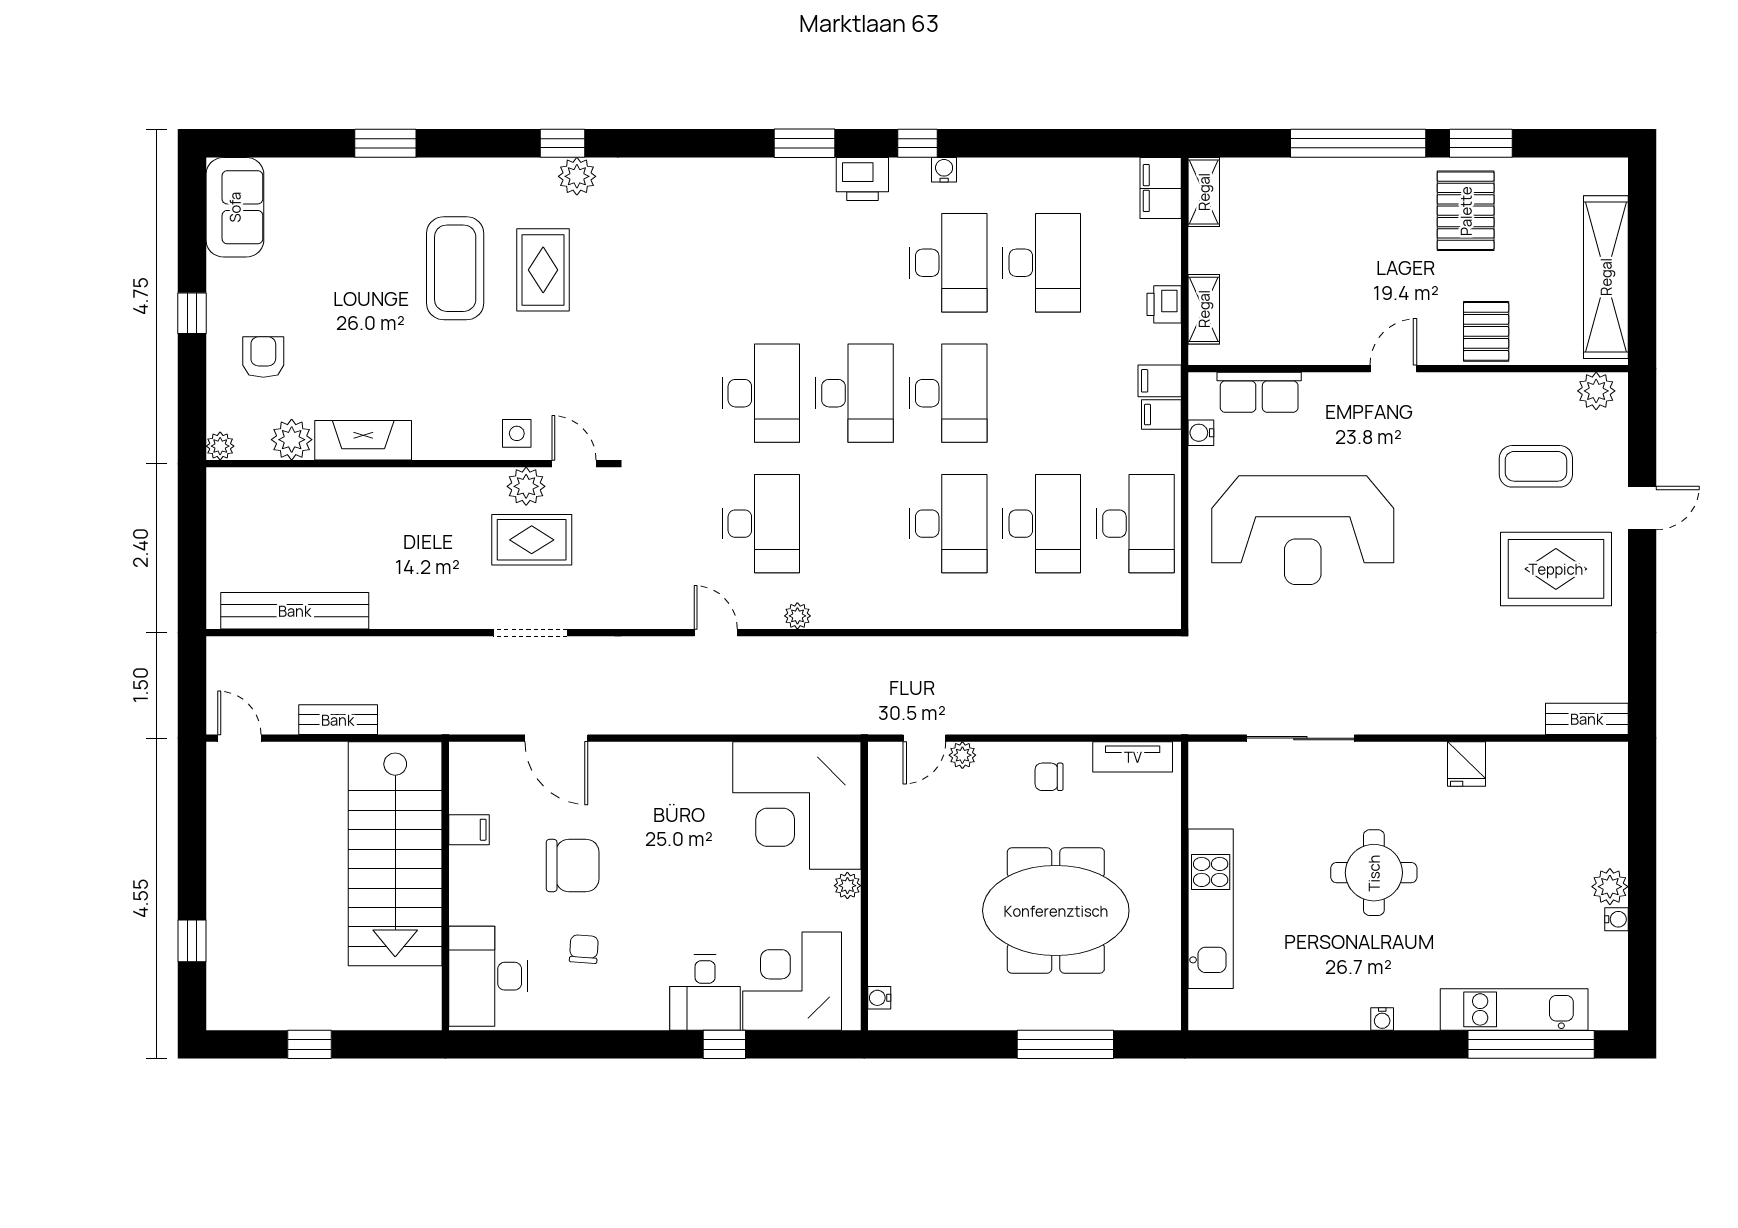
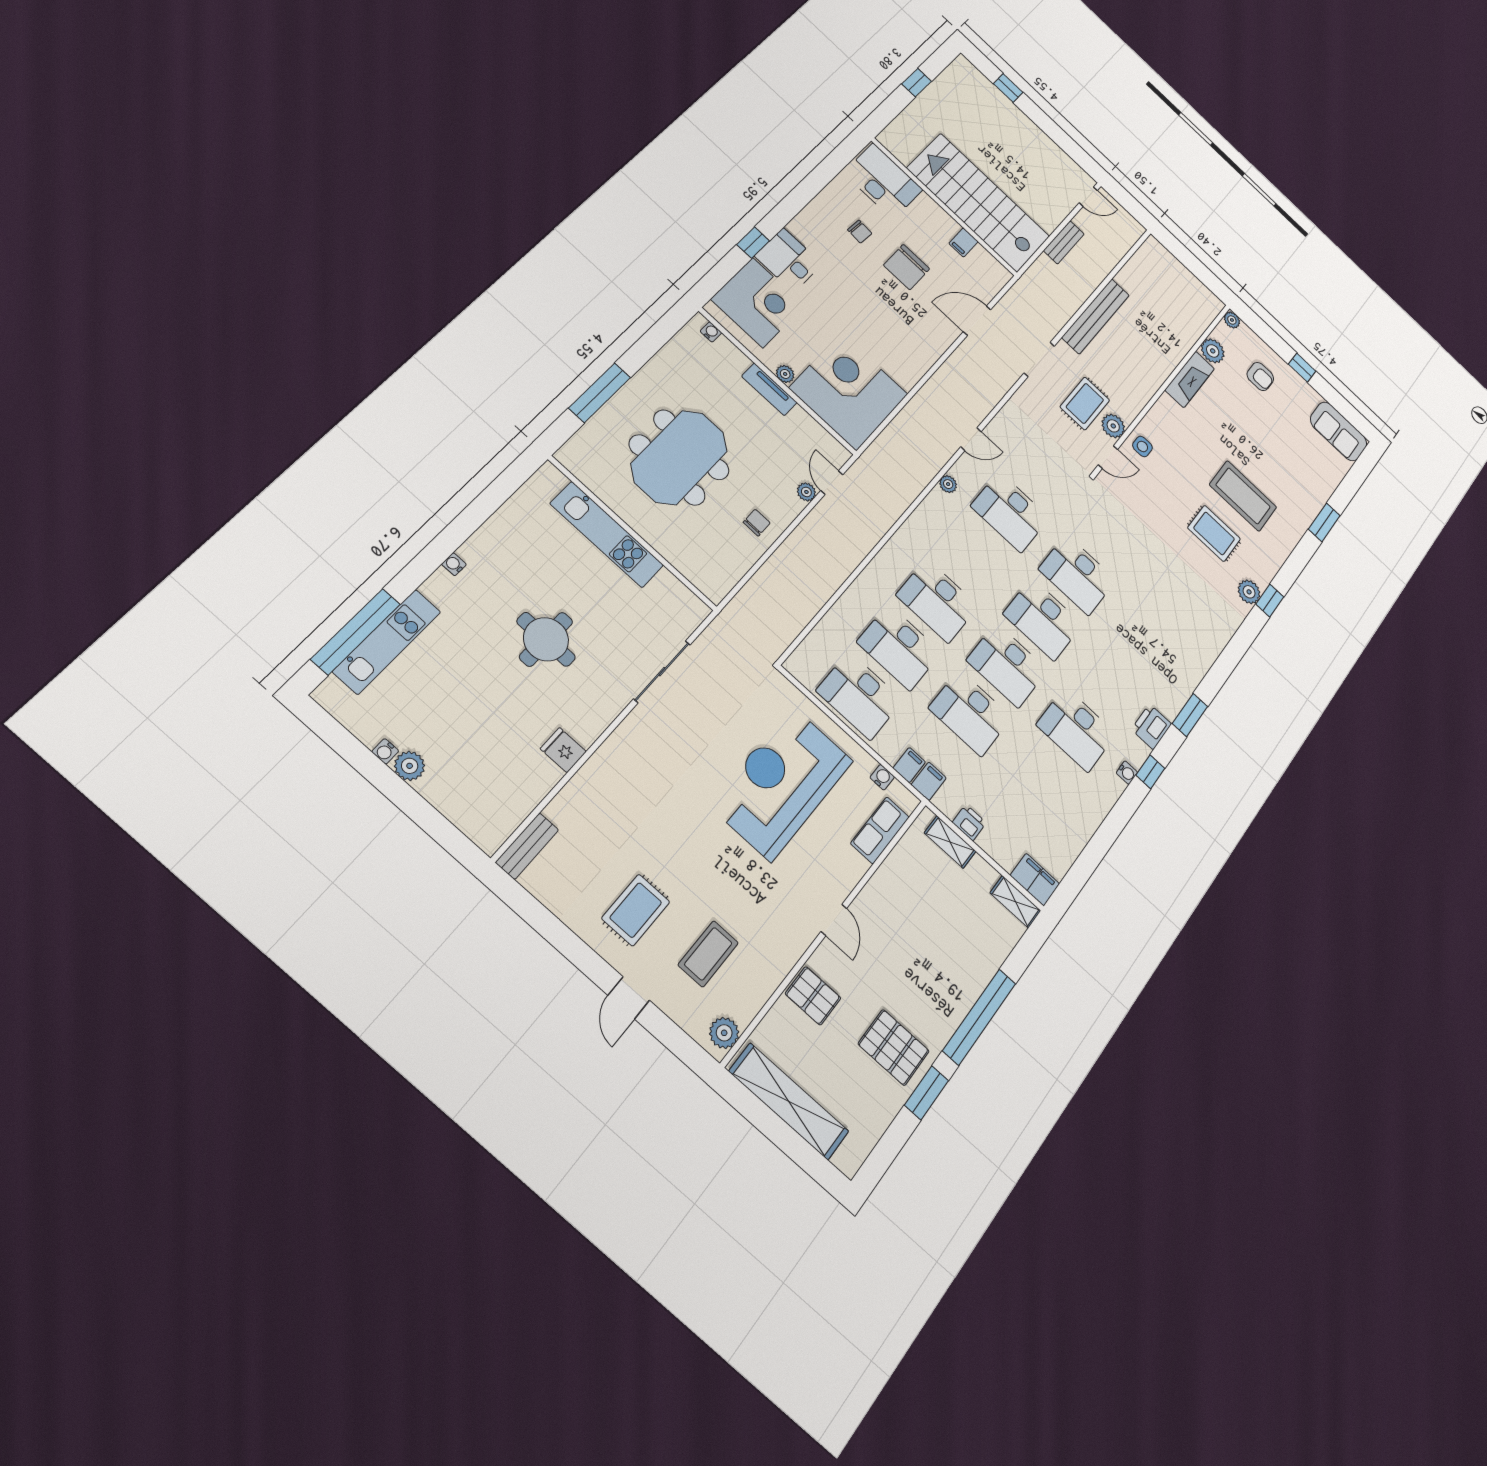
desk: (1042, 263) -> (970, 713), moved
rug: (1556, 569) -> (636, 910), width x0.73, depth x0.70
bench: (295, 611) -> (1096, 316), moved
tv unit: (1133, 757) -> (769, 389), moved, turned -90

